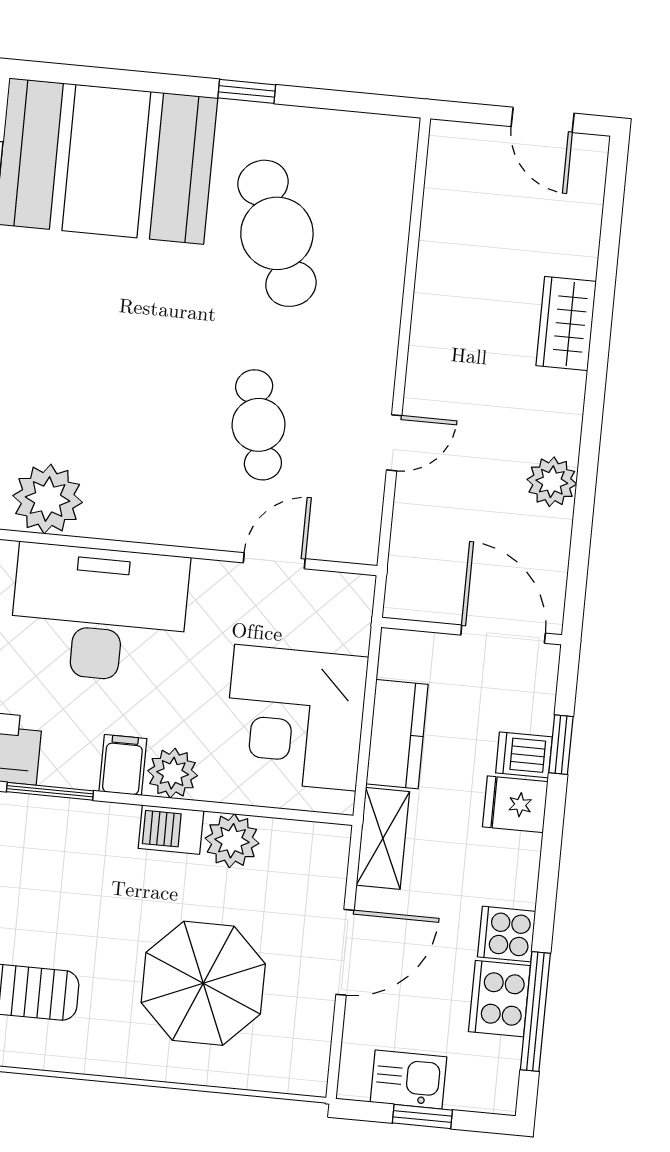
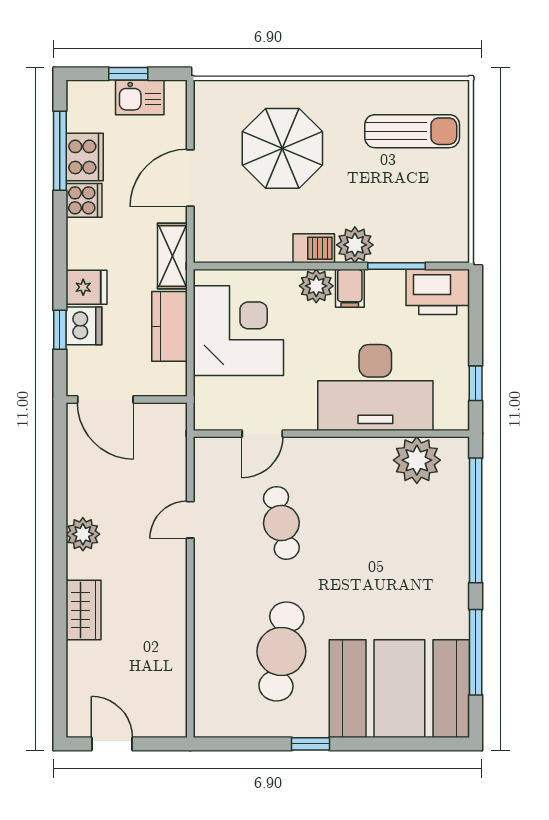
cafe table: (277, 233) -> (281, 651), turned 30
plant: (552, 482) -> (83, 534), moved
dishwasher: (524, 755) -> (84, 326), width x1.38
plant: (232, 841) -> (355, 245), moved

